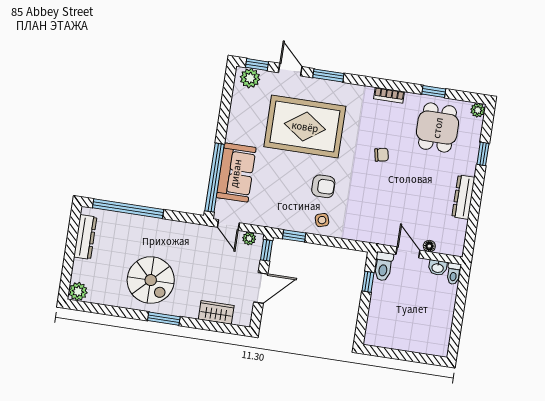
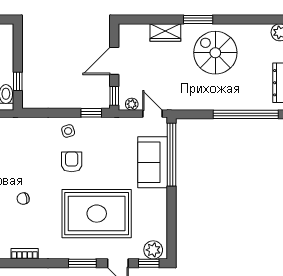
armchair: (323, 186) -> (72, 162), turned 90
wardrobe: (216, 312) -> (165, 32), moved

